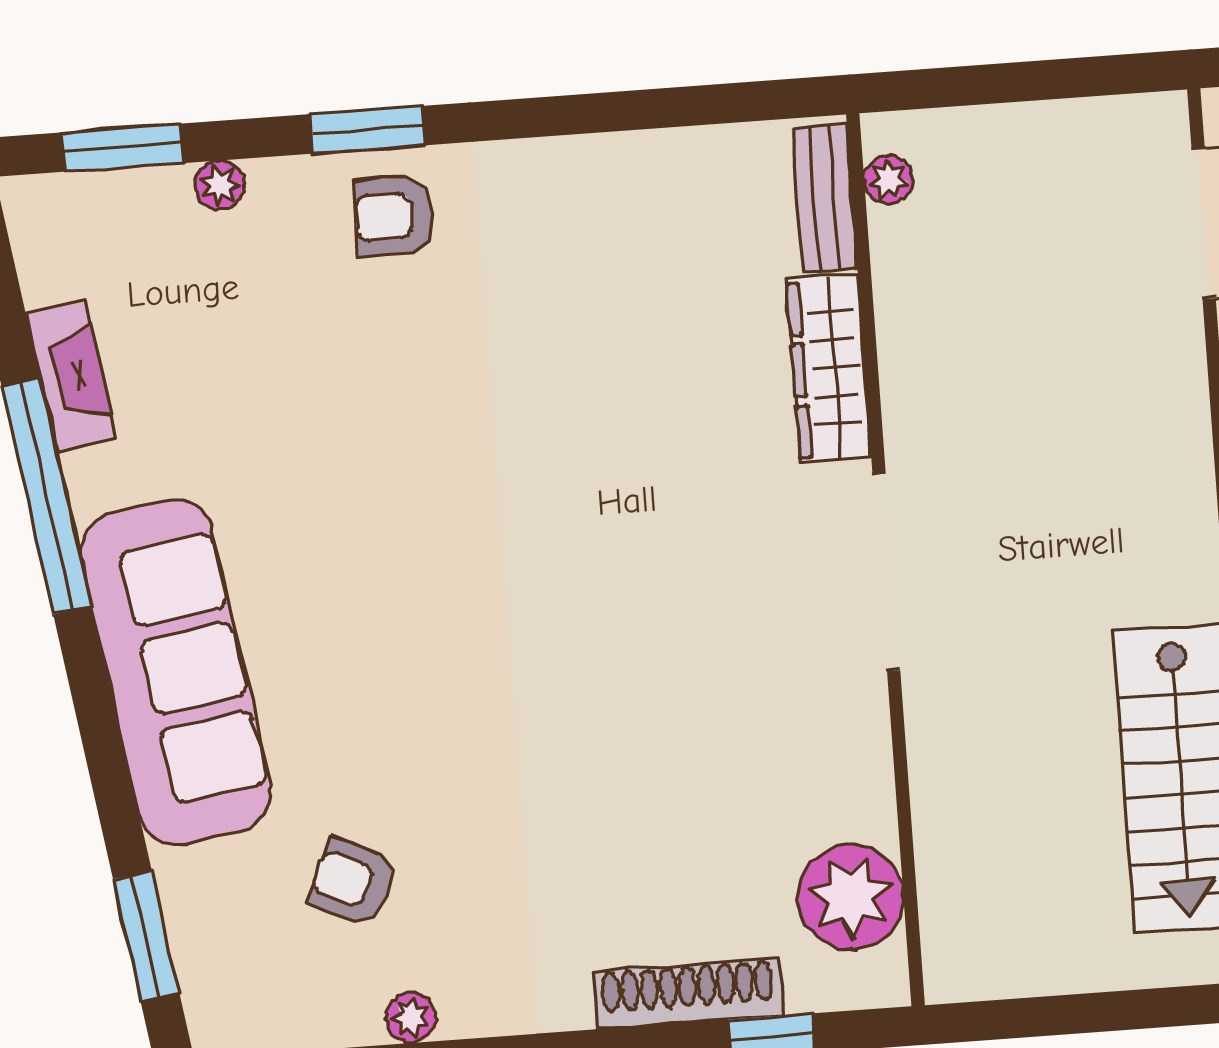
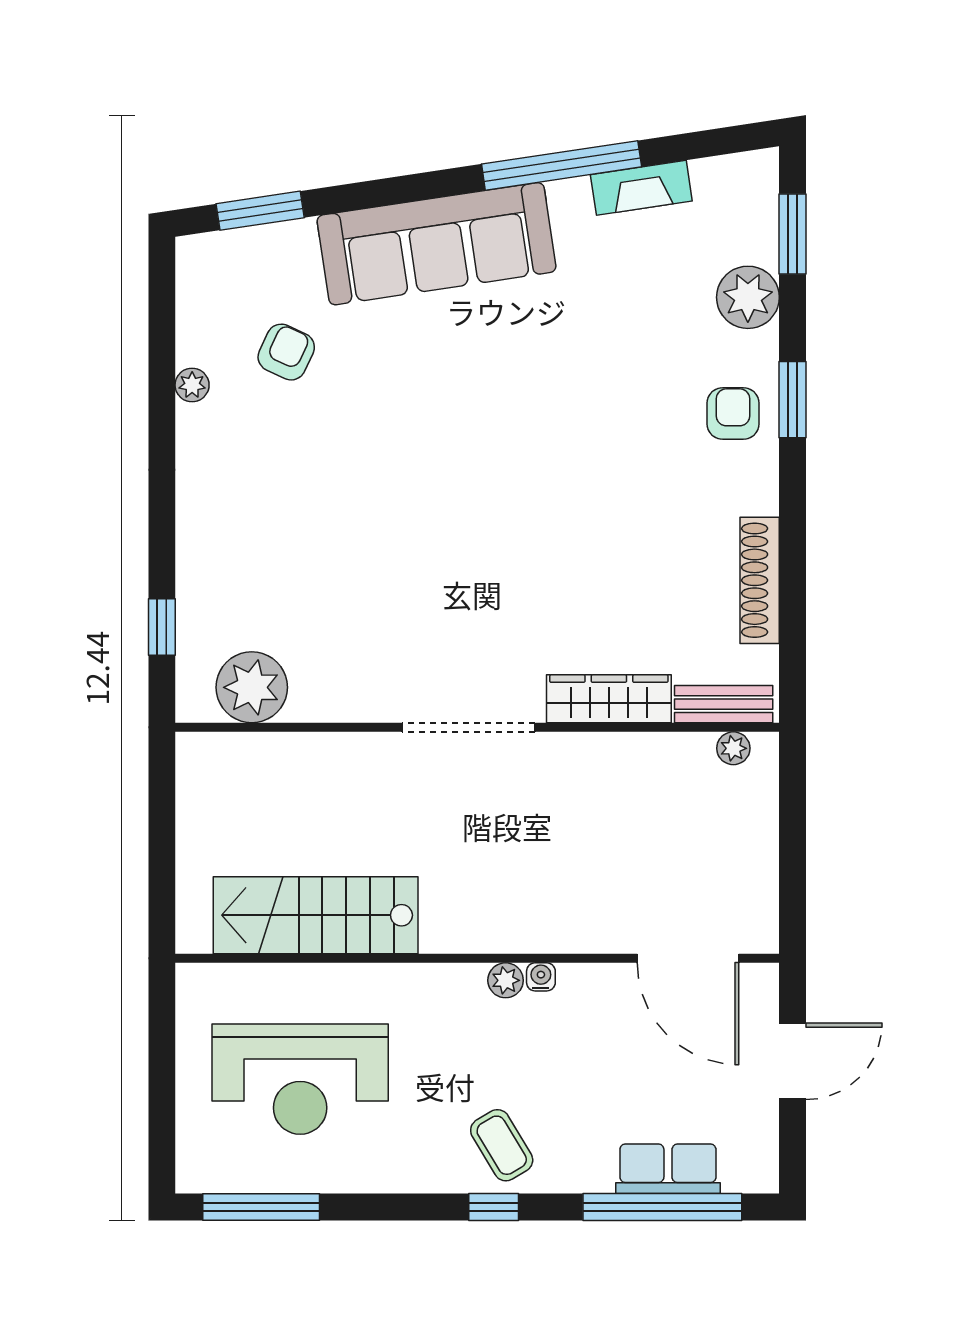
plant: (220, 185) -> (748, 297), width x1.88, depth x1.88
shoe rack: (688, 994) -> (760, 580), moved, turned 180

